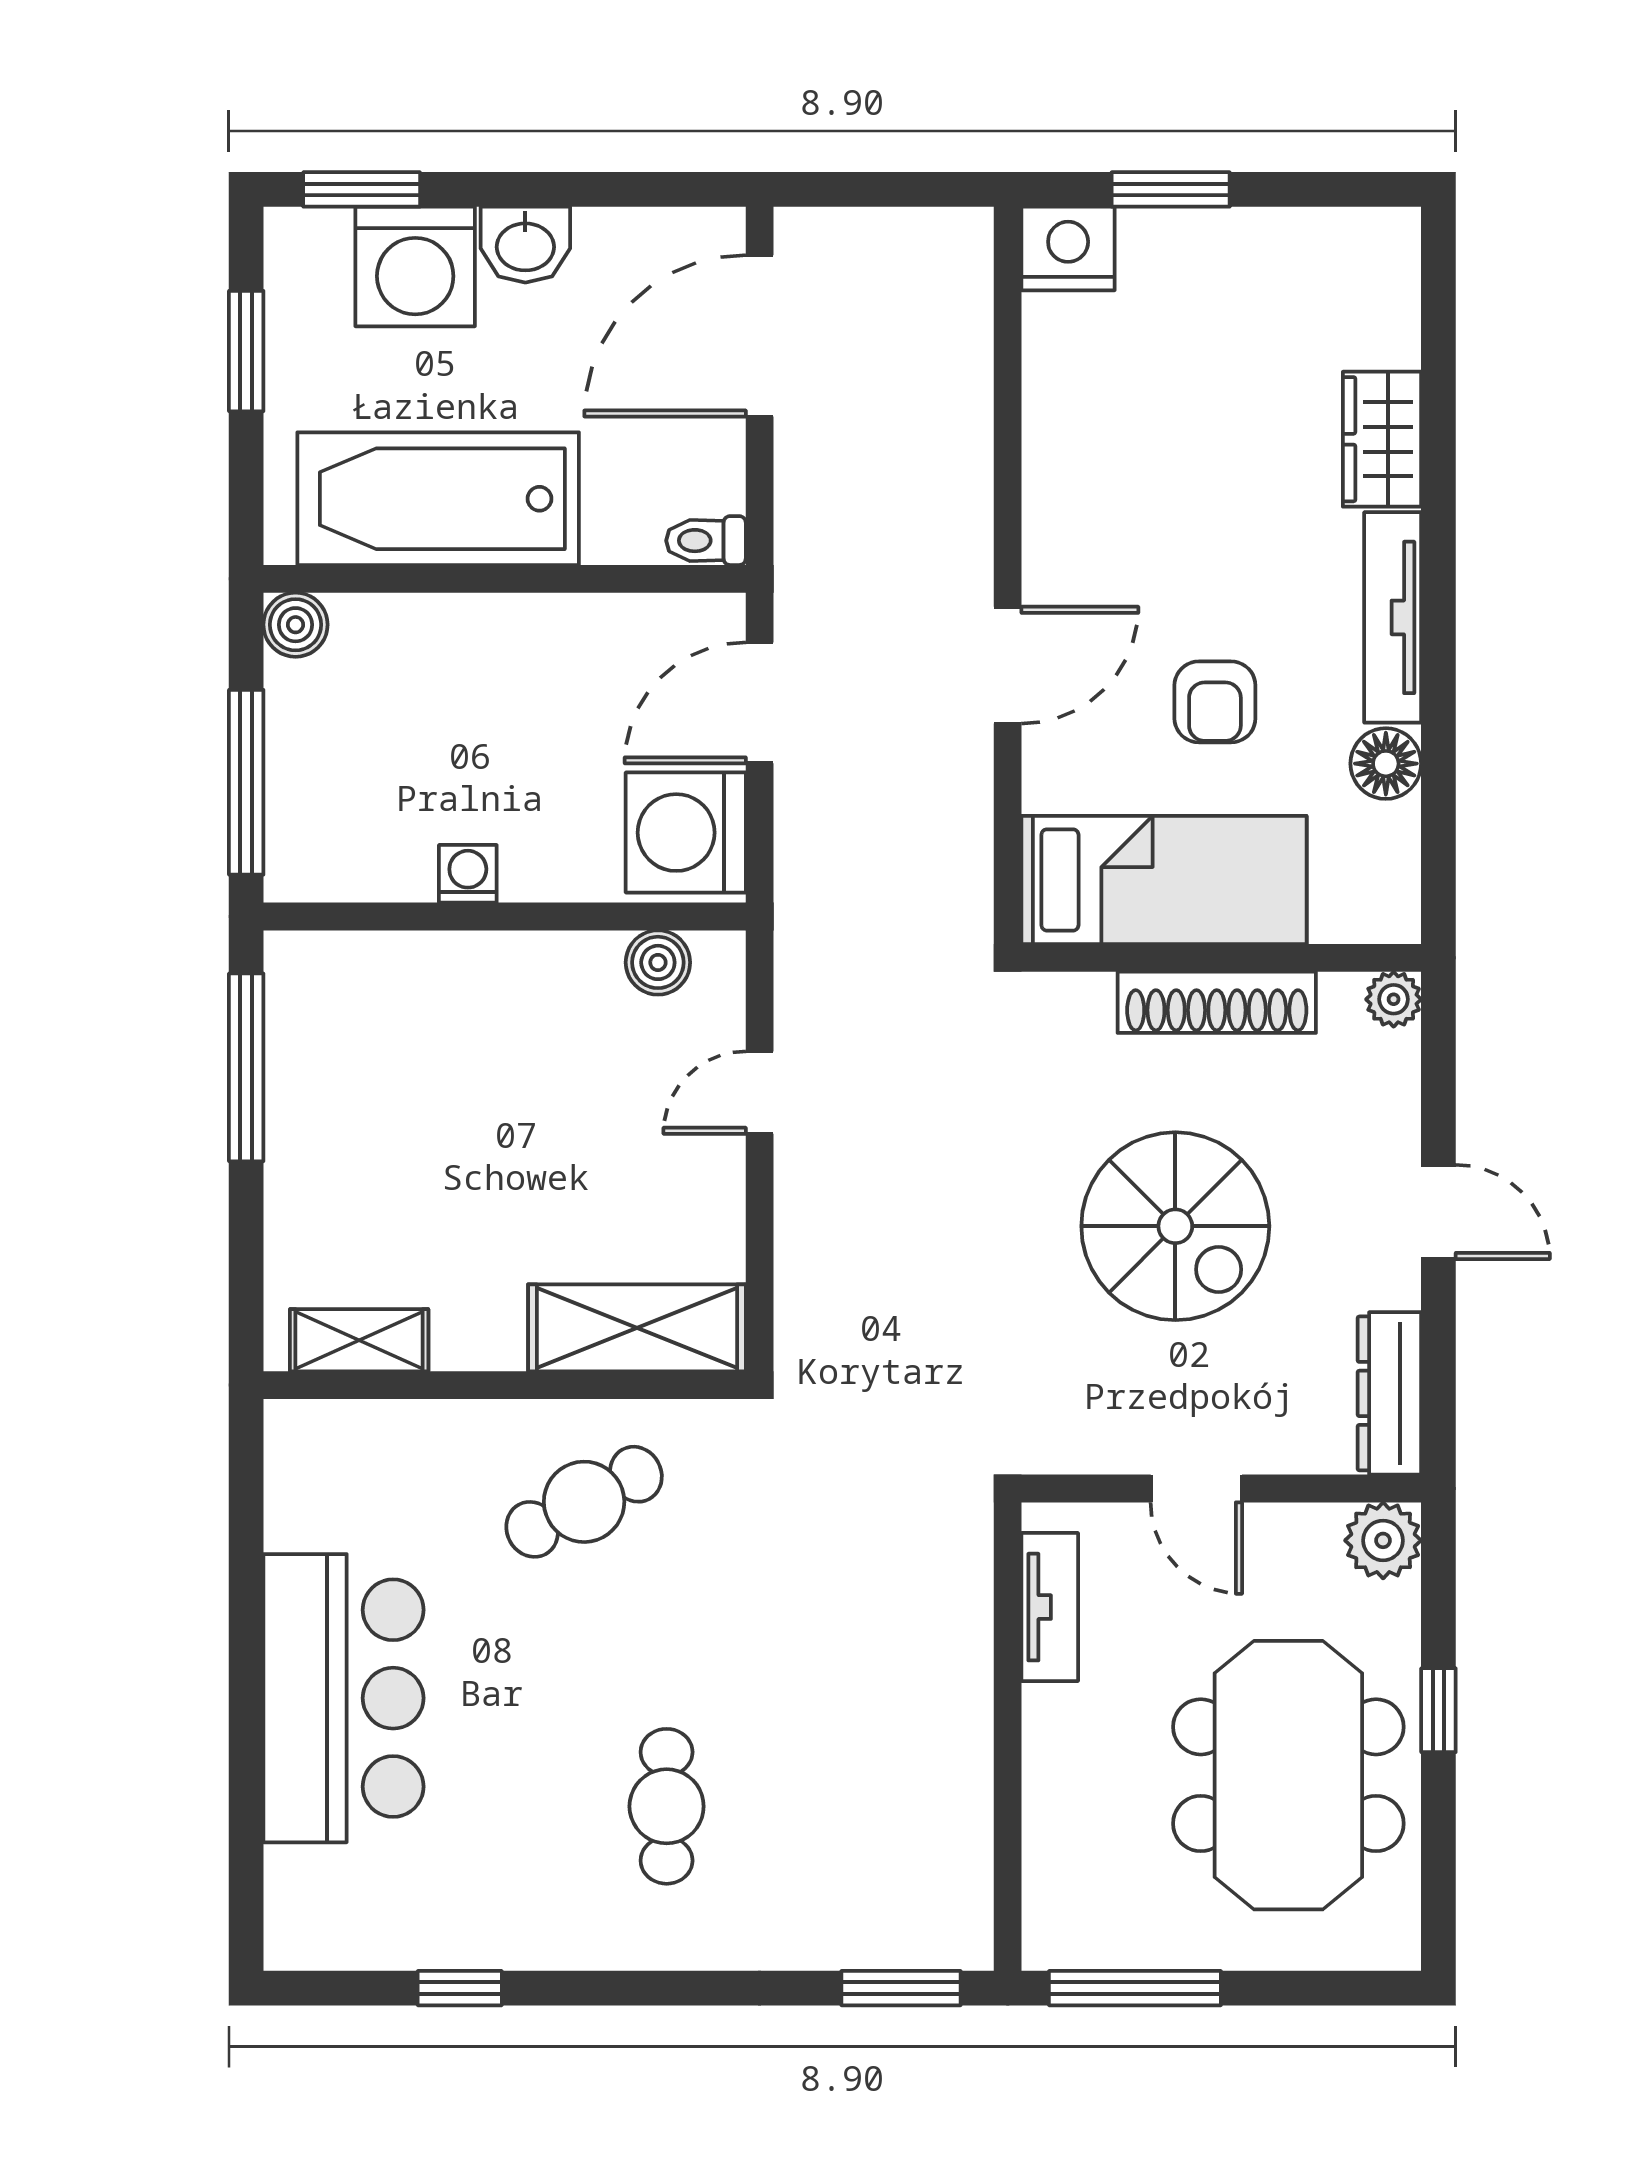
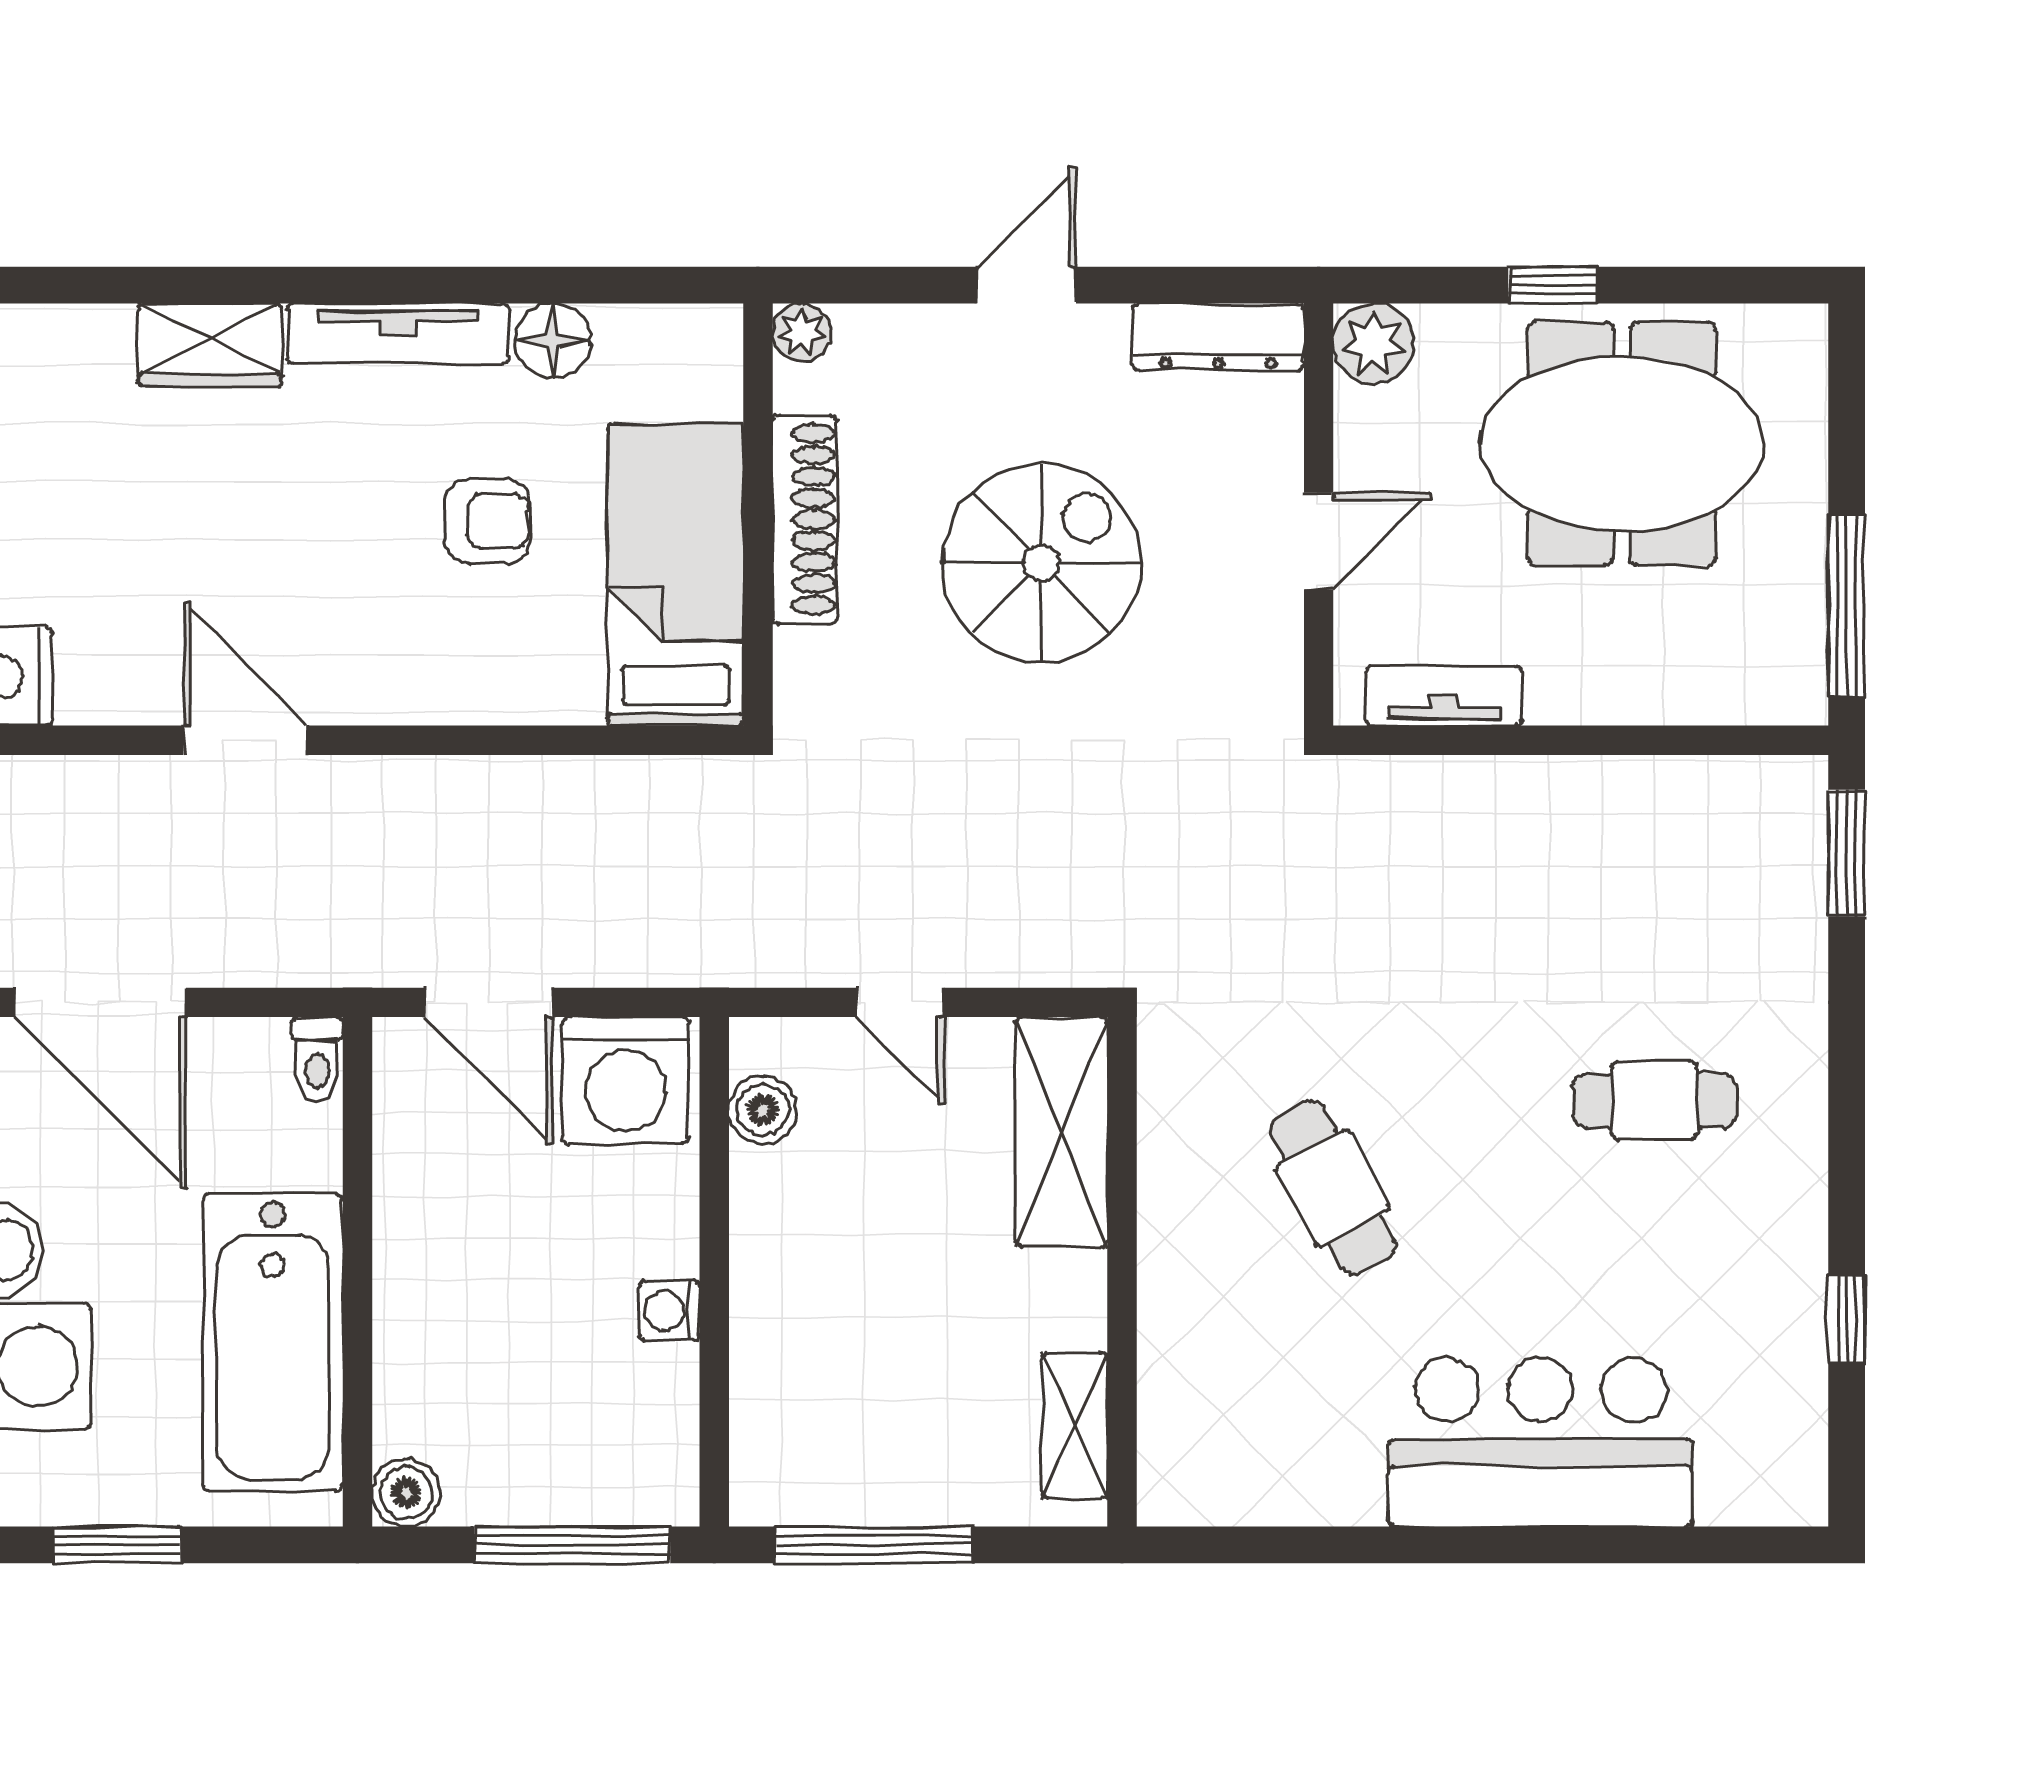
door: (1008, 665) -> (245, 740), moved
shelving: (637, 1328) -> (1061, 1132), moved
shelving: (359, 1340) -> (1075, 1426), moved
wall: (505, 1385) -> (1122, 1272), moved

